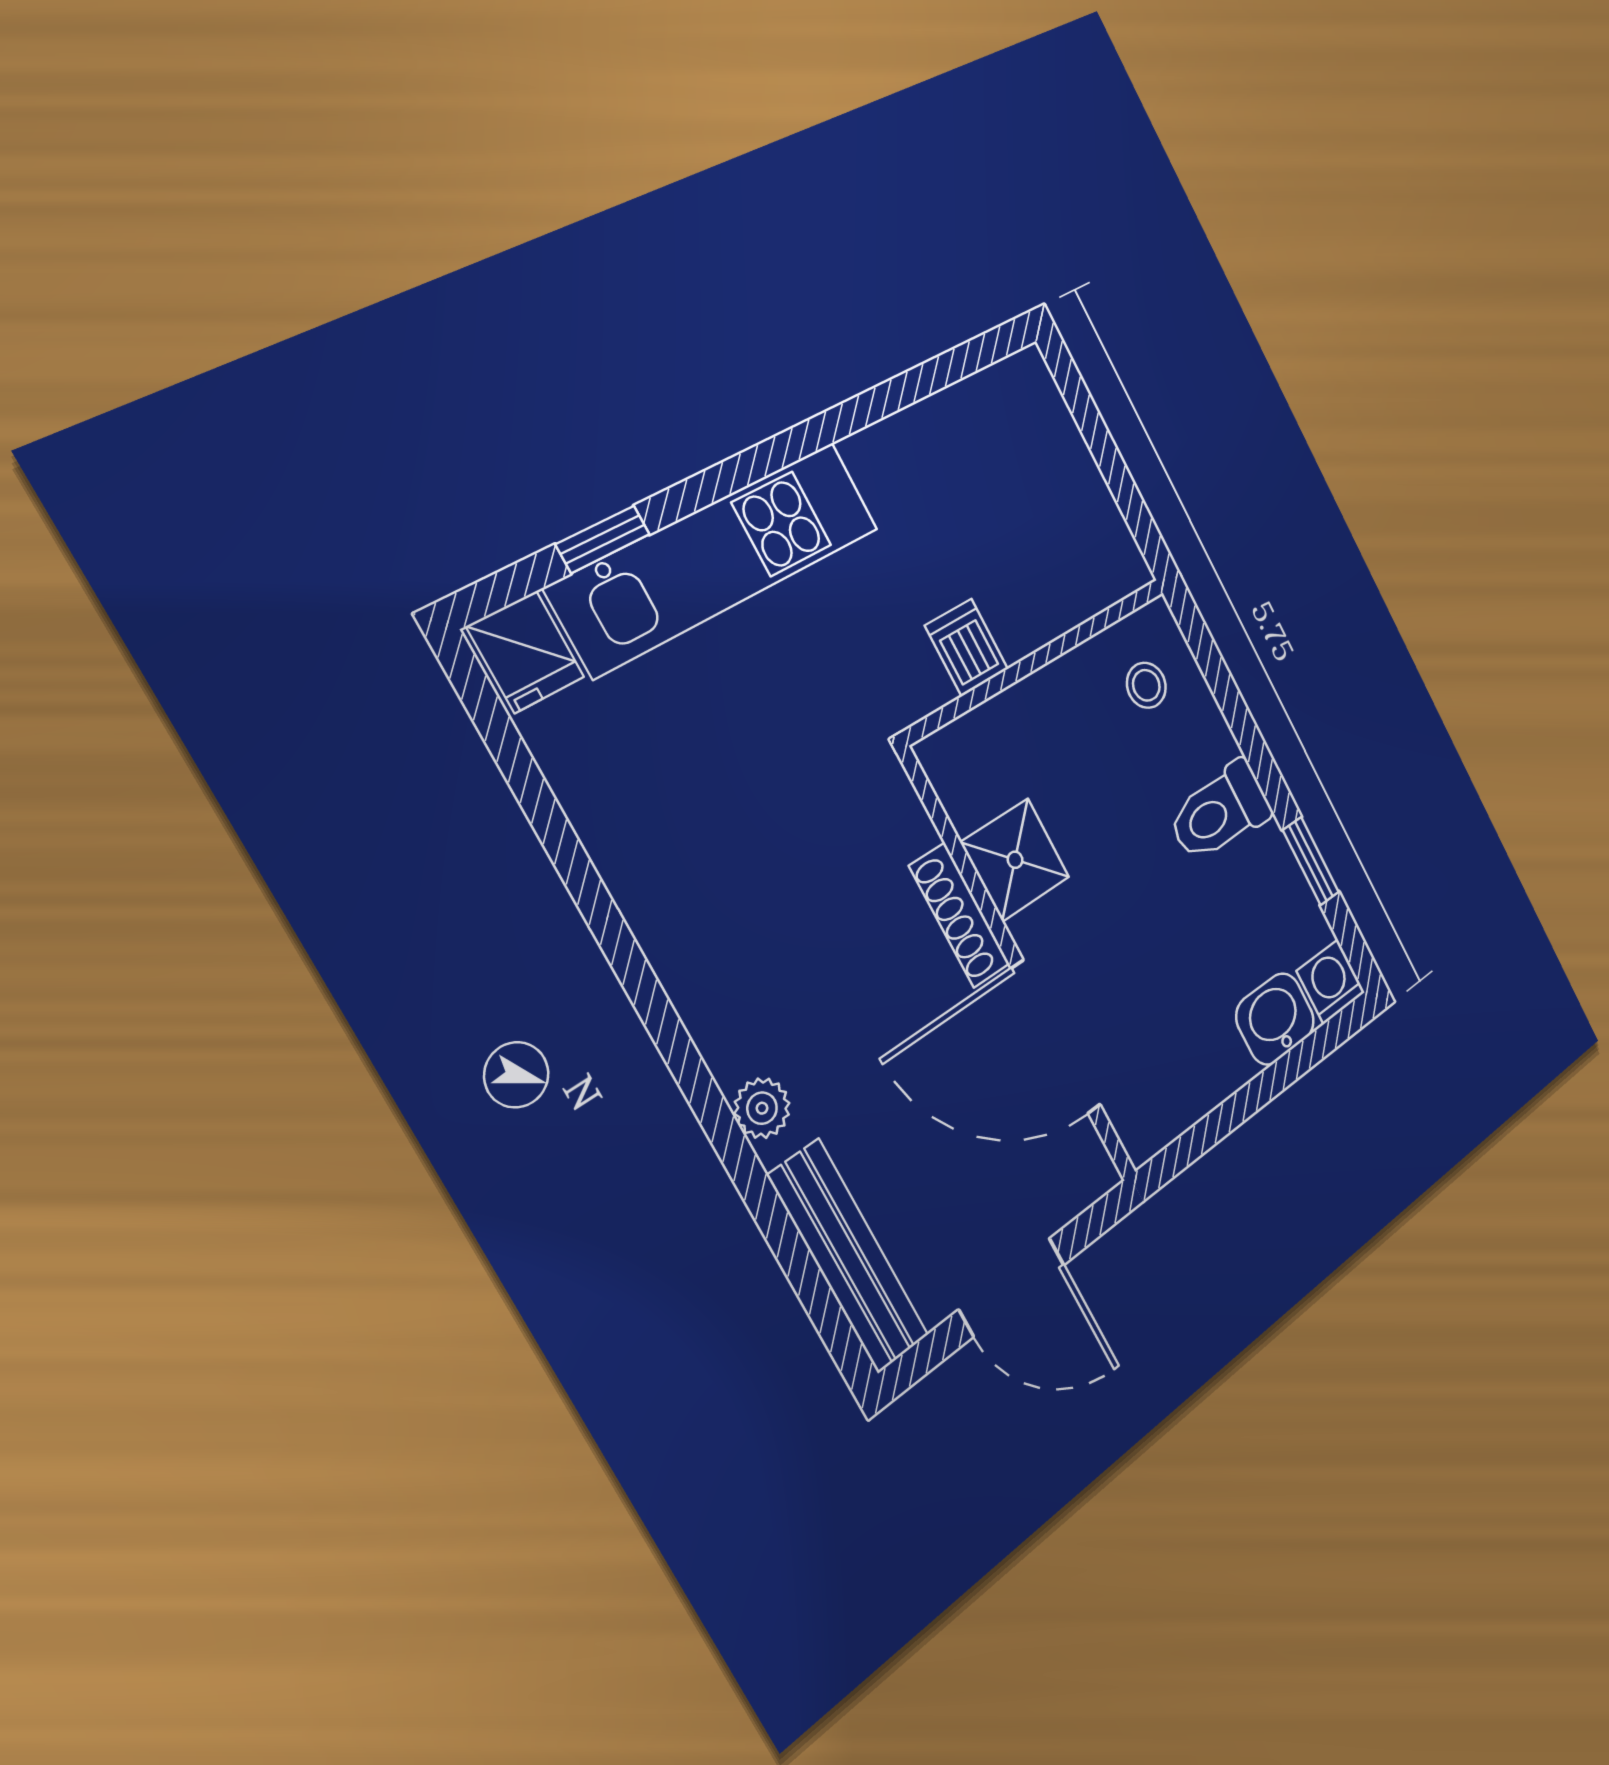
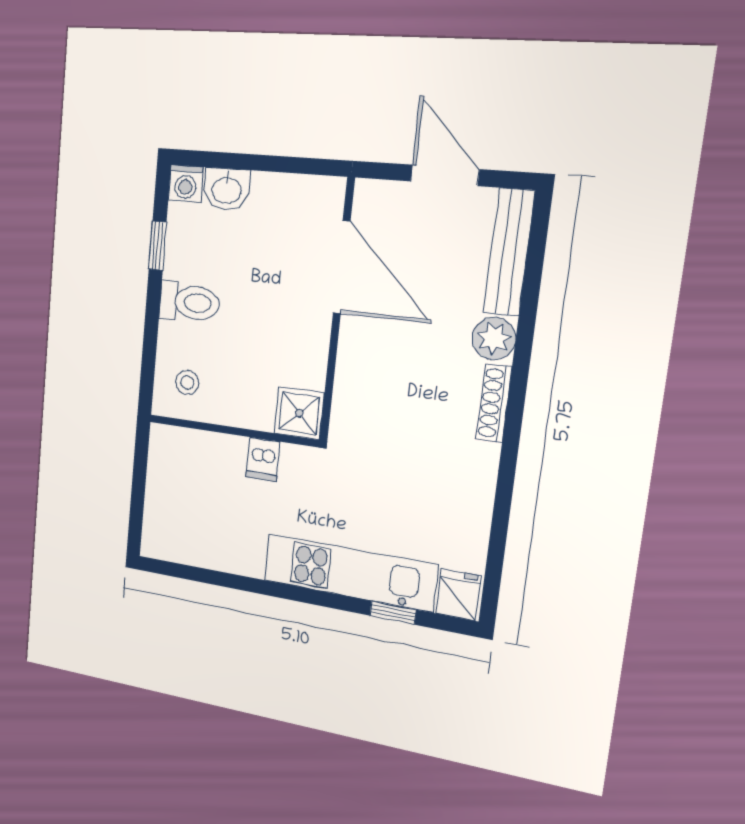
shower: (1015, 860) -> (299, 413), moved
shoe rack: (959, 915) -> (494, 403), moved, turned 180
plant: (762, 1108) -> (494, 338), width x1.38, depth x1.38

